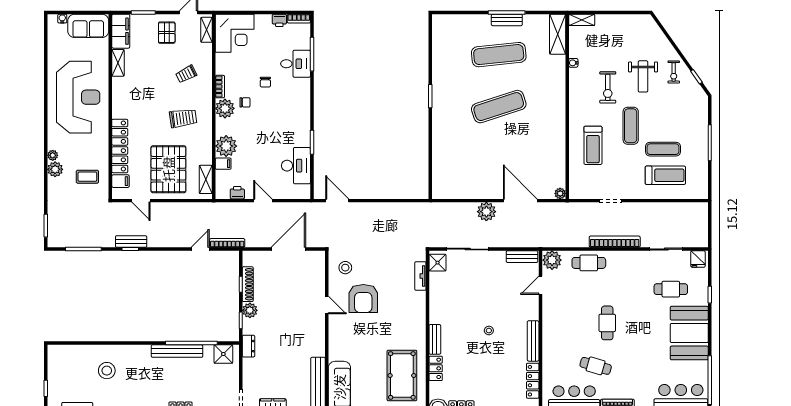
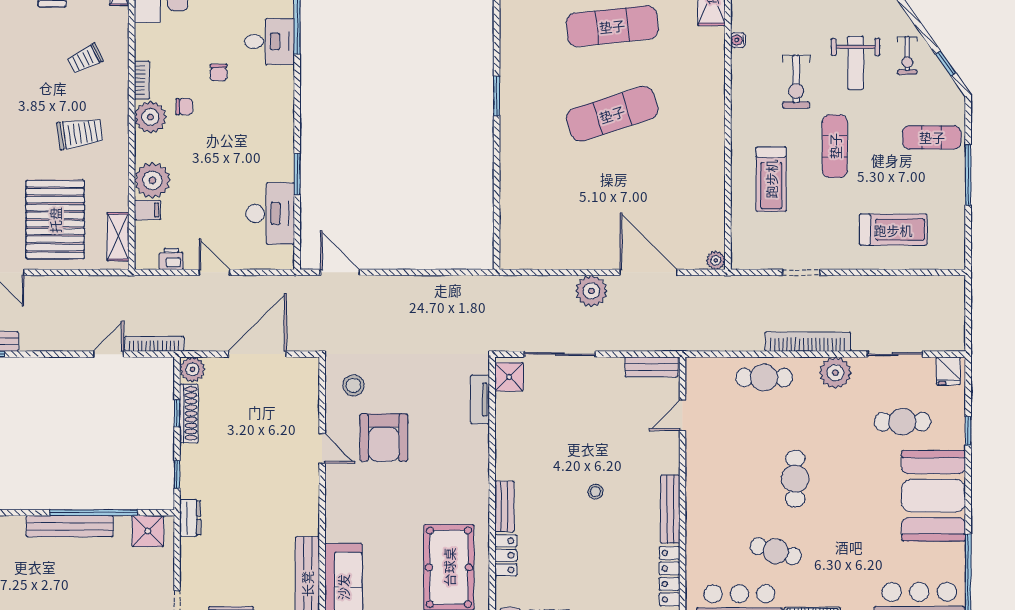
exercise mat: (663, 149) -> (932, 137), moved
plant: (552, 260) -> (835, 373), moved
plant: (250, 310) -> (192, 369), moved

